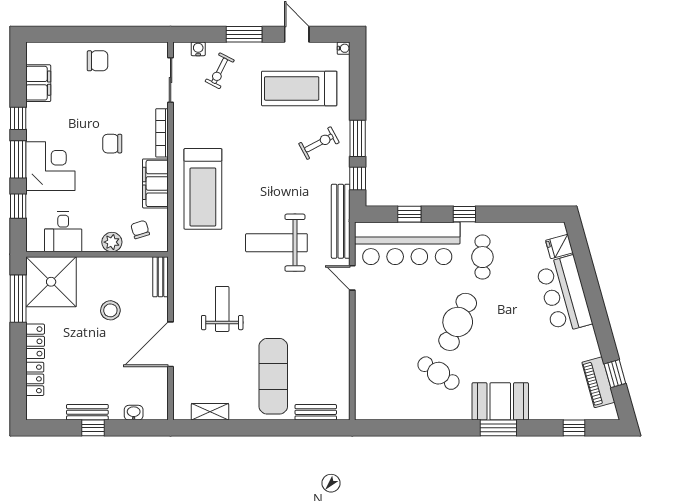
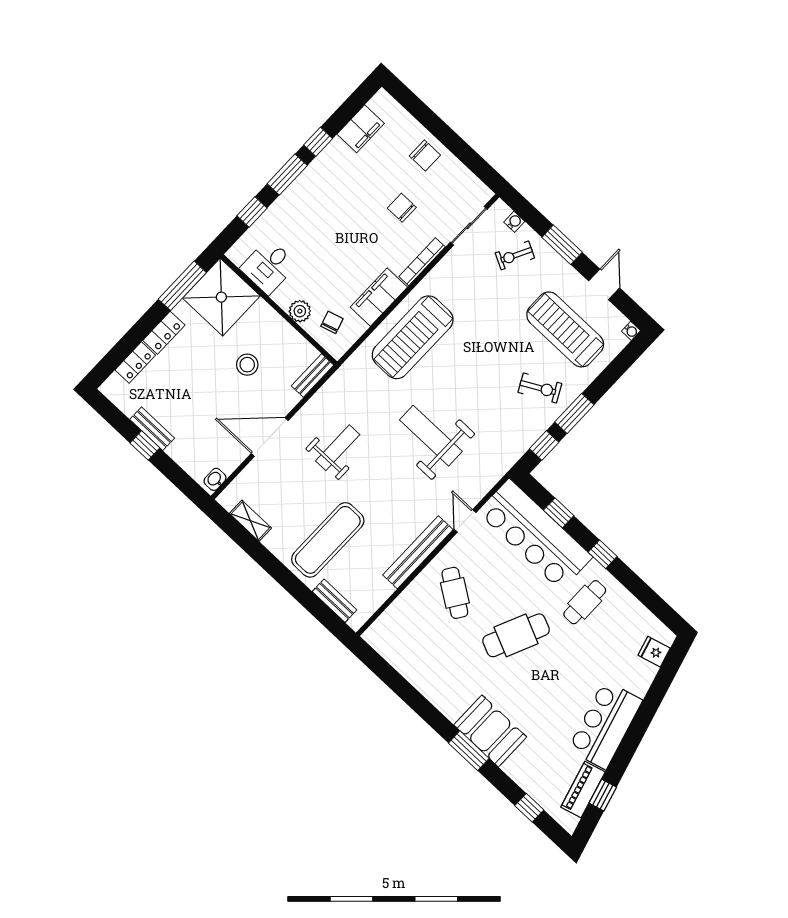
chair: (112, 144) -> (402, 208), moved
corner desk: (50, 166) -> (308, 204), removed
bench: (341, 221) -> (418, 552), moved
bar counter: (564, 294) -> (605, 725), moved
cafe table: (438, 373) -> (455, 593), moved
washbasin: (134, 413) -> (215, 479), moved, turned -90

